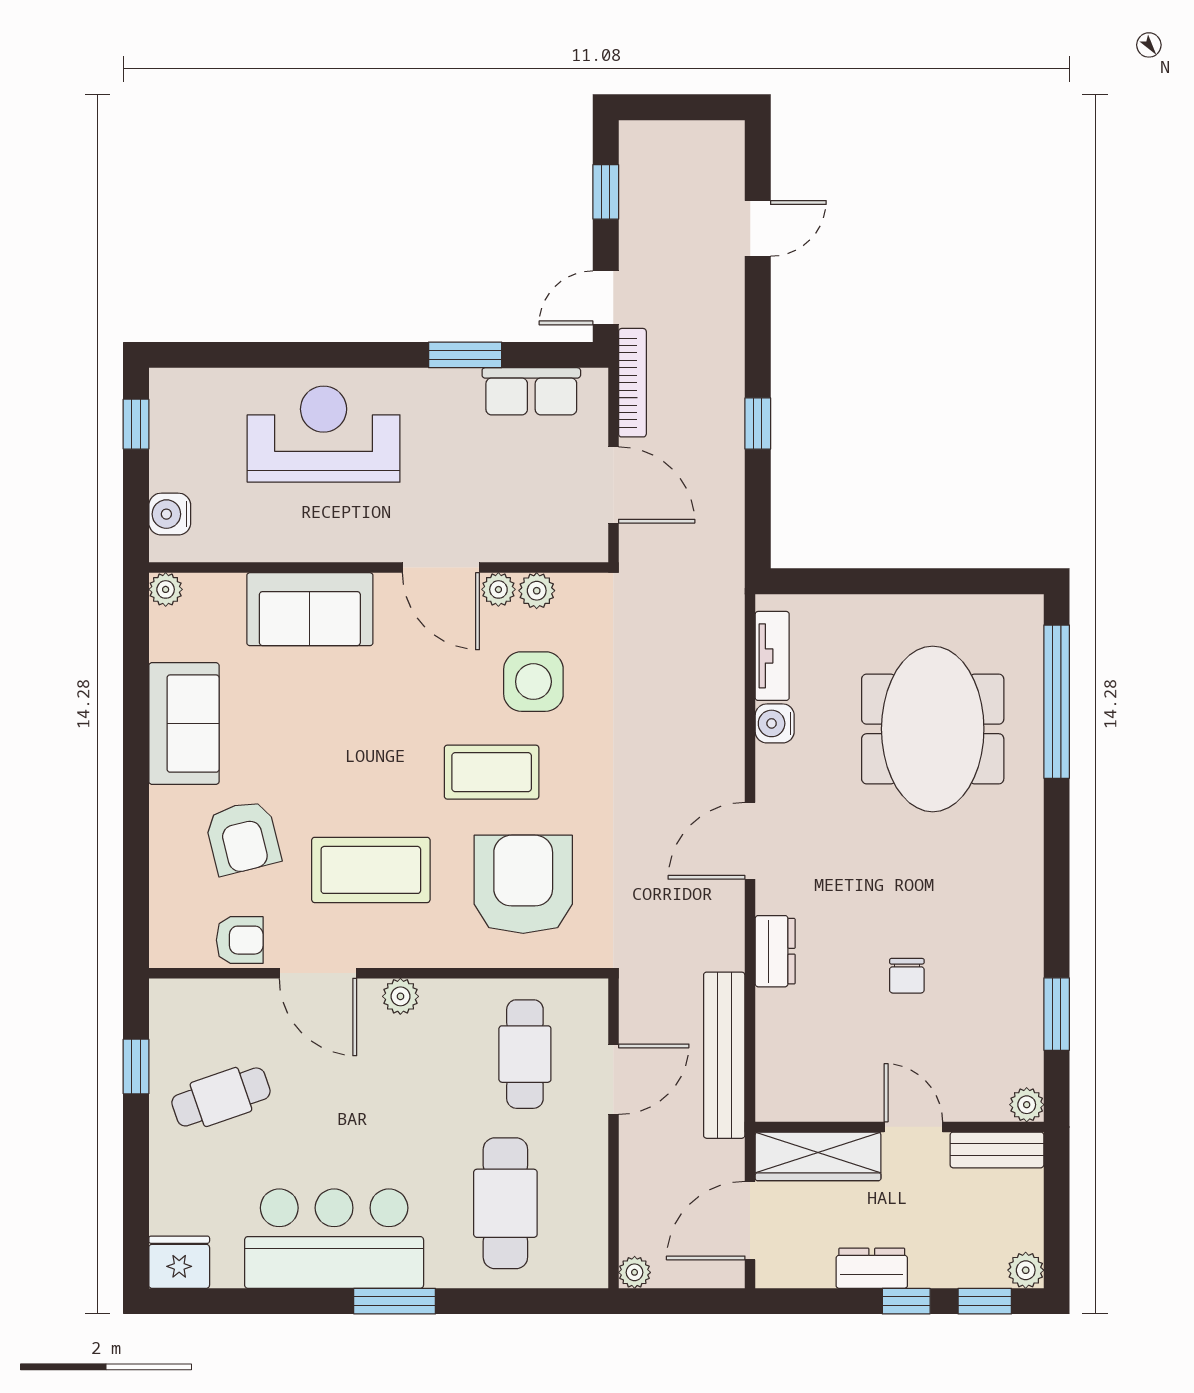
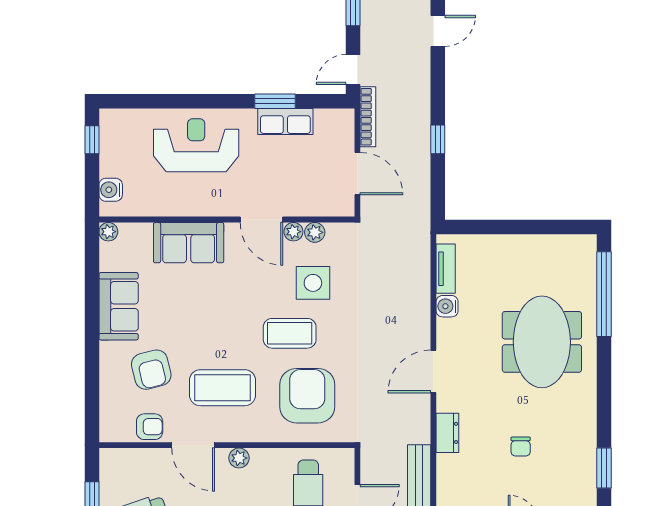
row of seats: (531, 391) -> (285, 121), moved
meeting table: (933, 729) -> (542, 342), moved

